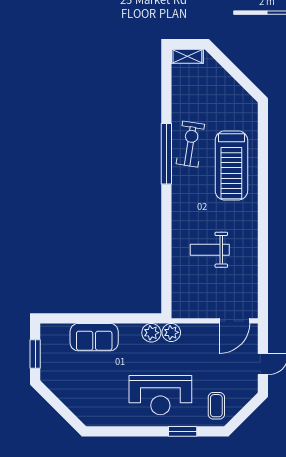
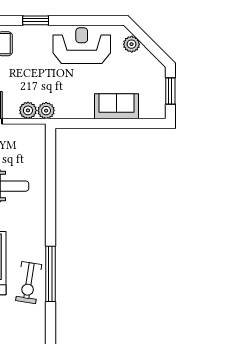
plant: (151, 333) -> (28, 110), moved
reception desk: (160, 395) -> (82, 46), moved
plant: (78, 405) -> (132, 44), added

